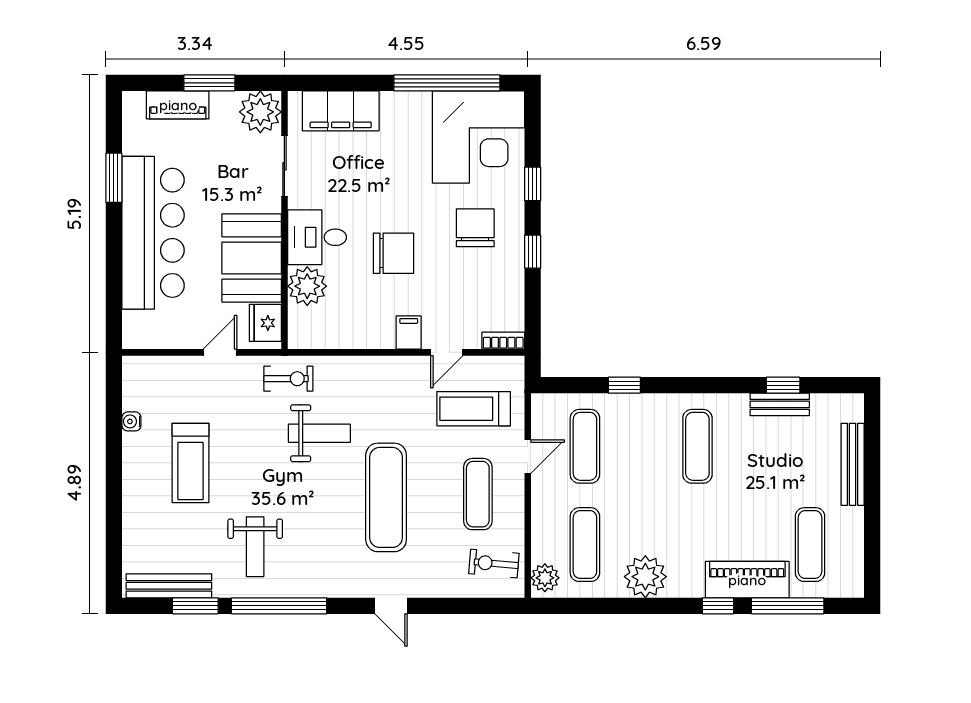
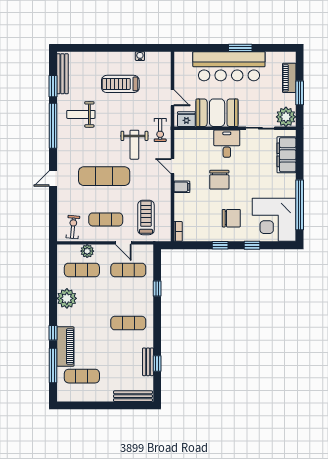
window: (114, 178) -> (240, 48), moved
plant: (307, 286) -> (204, 139), removed
door: (447, 352) -> (173, 166), moved
bench: (853, 464) -> (133, 396), moved
plant: (545, 578) -> (87, 251), moved

